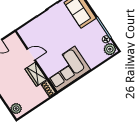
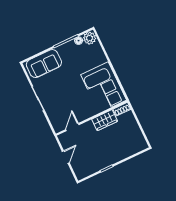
door: (31, 54) -> (72, 127), moved
plant: (16, 109) -> (138, 146), removed

